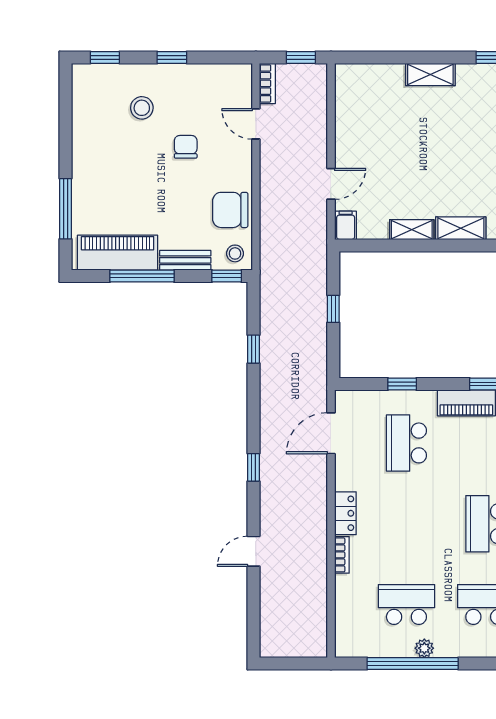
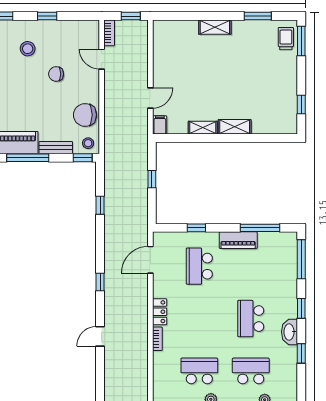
chair: (186, 147) -> (56, 74), turned -90

